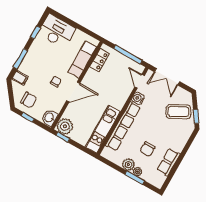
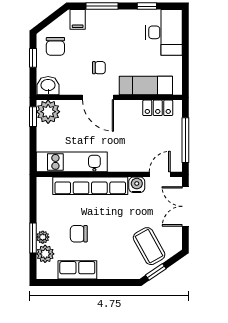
plant: (128, 165) -> (45, 254), moved

